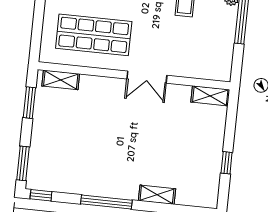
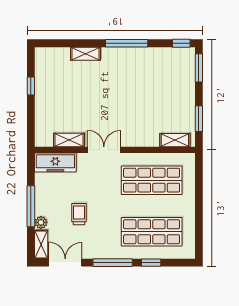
freezer: (207, 68) -> (55, 163), added
shelving: (210, 96) -> (69, 140), moved

